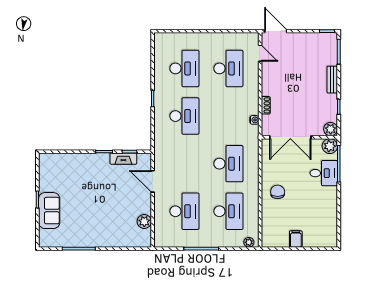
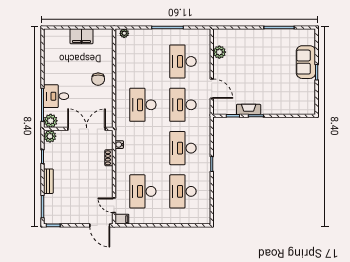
filing cabinet: (251, 38) -> (122, 219), added
fireplace: (123, 159) -> (249, 109), moved
desk: (228, 211) -> (183, 105), moved
filing cabinet: (296, 239) -> (81, 36), width x2.00

